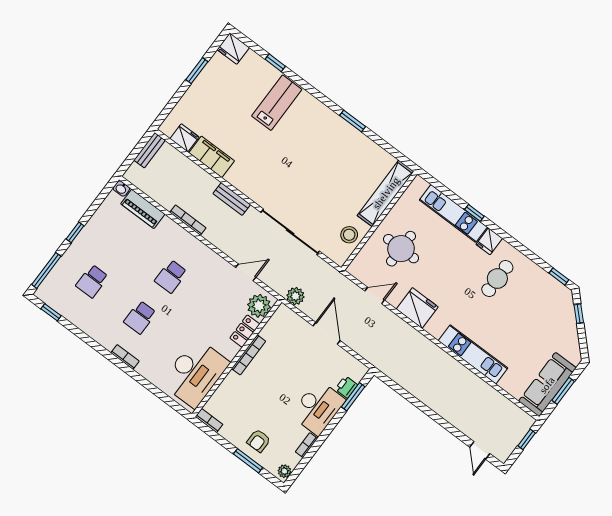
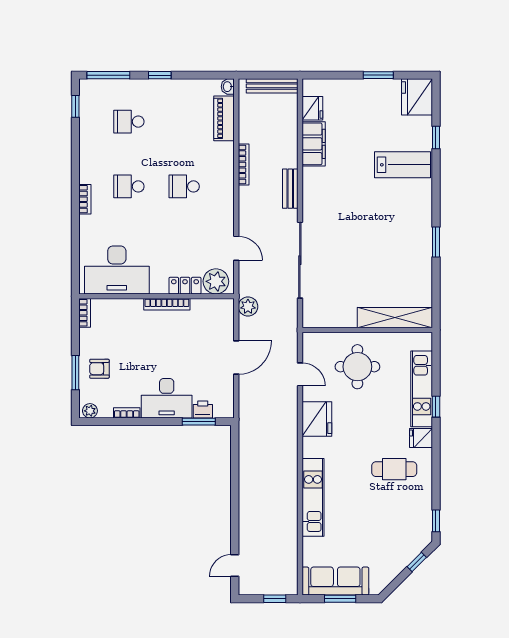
fridge: (233, 49) -> (417, 97), width x1.36, depth x1.34
bench: (149, 150) -> (272, 86), width x1.36
stool: (349, 235) -> (336, 313), removed

